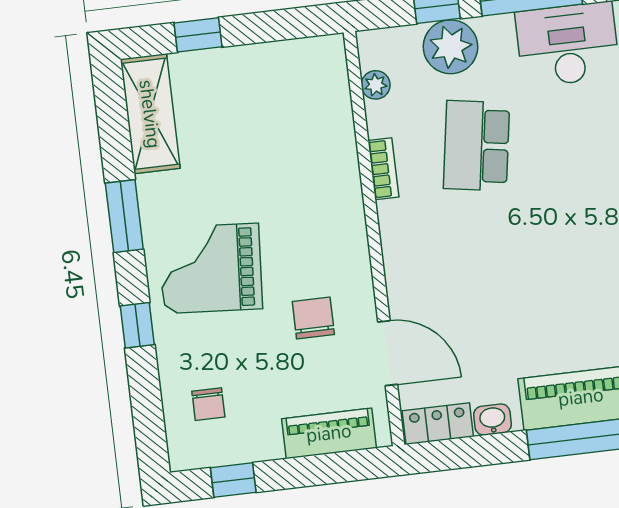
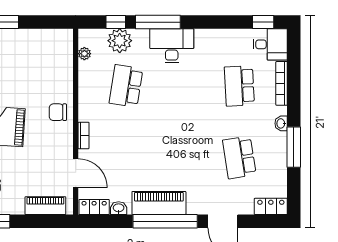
bookcase: (383, 169) -> (83, 135), moved
chair: (313, 318) -> (58, 112), moved, turned -90

